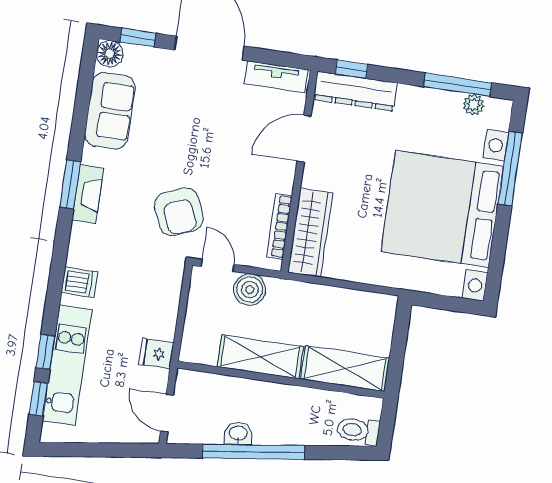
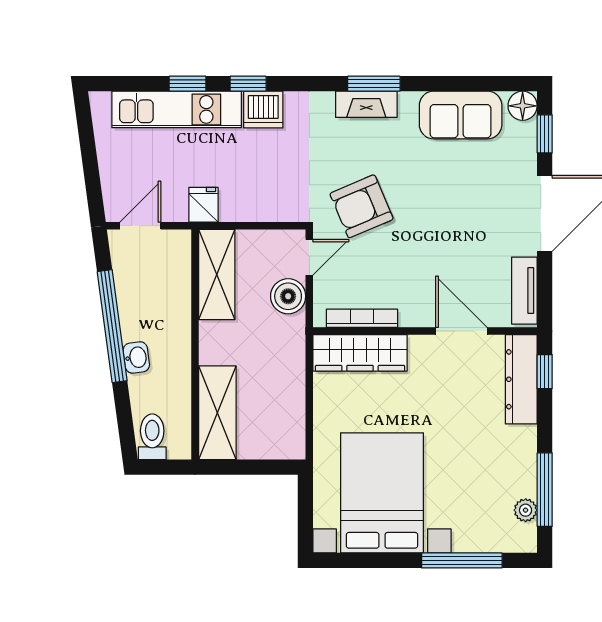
bed with nightstands: (442, 209) -> (382, 493), width x0.73
dishwasher: (79, 282) -> (263, 110), width x1.38
shelving: (260, 357) -> (217, 275), moved
window: (38, 399) -> (248, 84), moved
washbasin: (238, 434) -> (136, 357), moved

